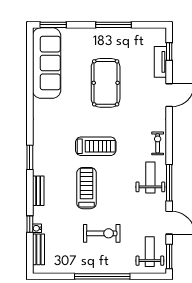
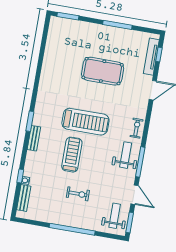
tv unit: (160, 62) -> (151, 57), width x1.41
sofa: (47, 63) -> (57, 46), removed
pool table: (106, 83) -> (103, 71), turned 90
treadmill: (96, 146) -> (85, 122), width x1.37, depth x1.38
bench: (38, 191) -> (34, 138), moved
exercise bike: (102, 233) -> (78, 194), width x0.73, depth x0.72

